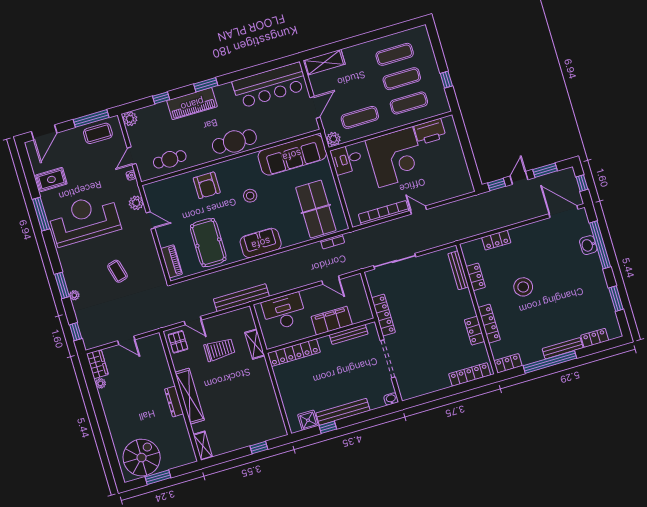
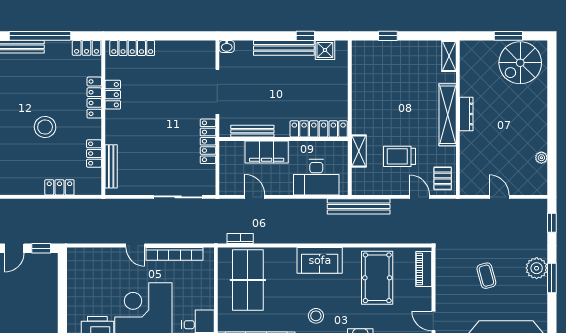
plant: (74, 295) -> (537, 268), width x1.88, depth x1.88
wardrobe: (97, 364) -> (539, 180), removed

